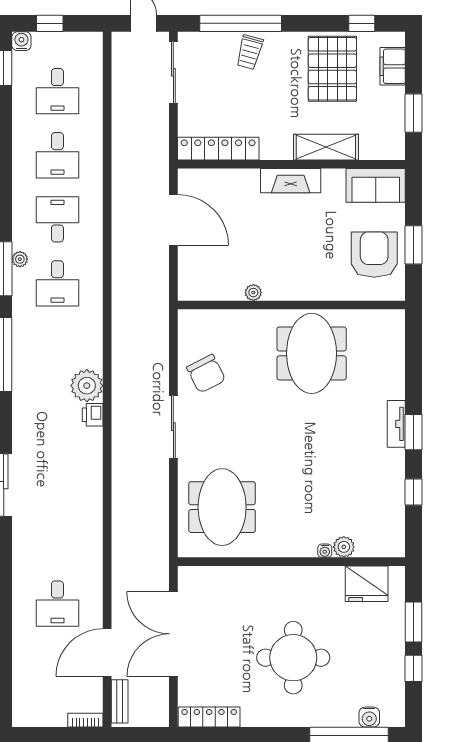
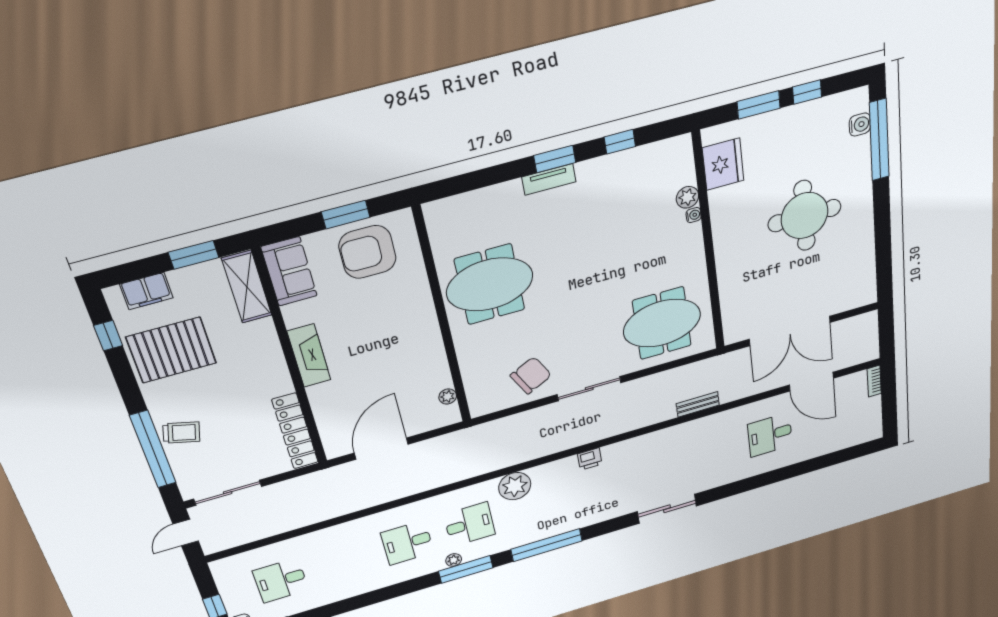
desk: (57, 91) -> (281, 580), turned 180
shelving: (326, 147) -> (247, 287), moved
desk: (57, 155) -> (344, 561), removed
plant: (253, 293) -> (448, 397), moved
plant: (87, 386) -> (515, 486), moved
desk: (57, 604) -> (770, 435), turned 180
bench: (120, 701) -> (698, 404), moved
locker: (209, 717) -> (867, 277), removed

